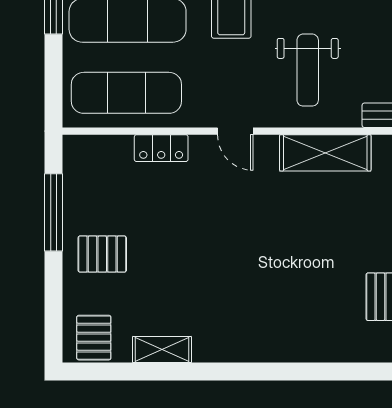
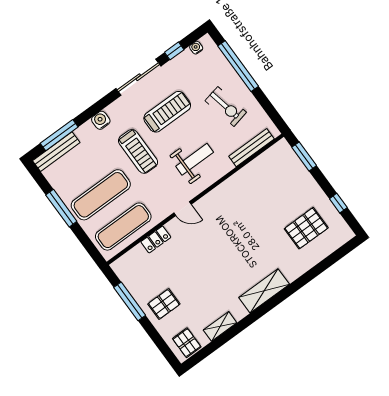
weight bench: (308, 70) -> (195, 159), turned -90
shelving: (325, 153) -> (264, 291), moved

